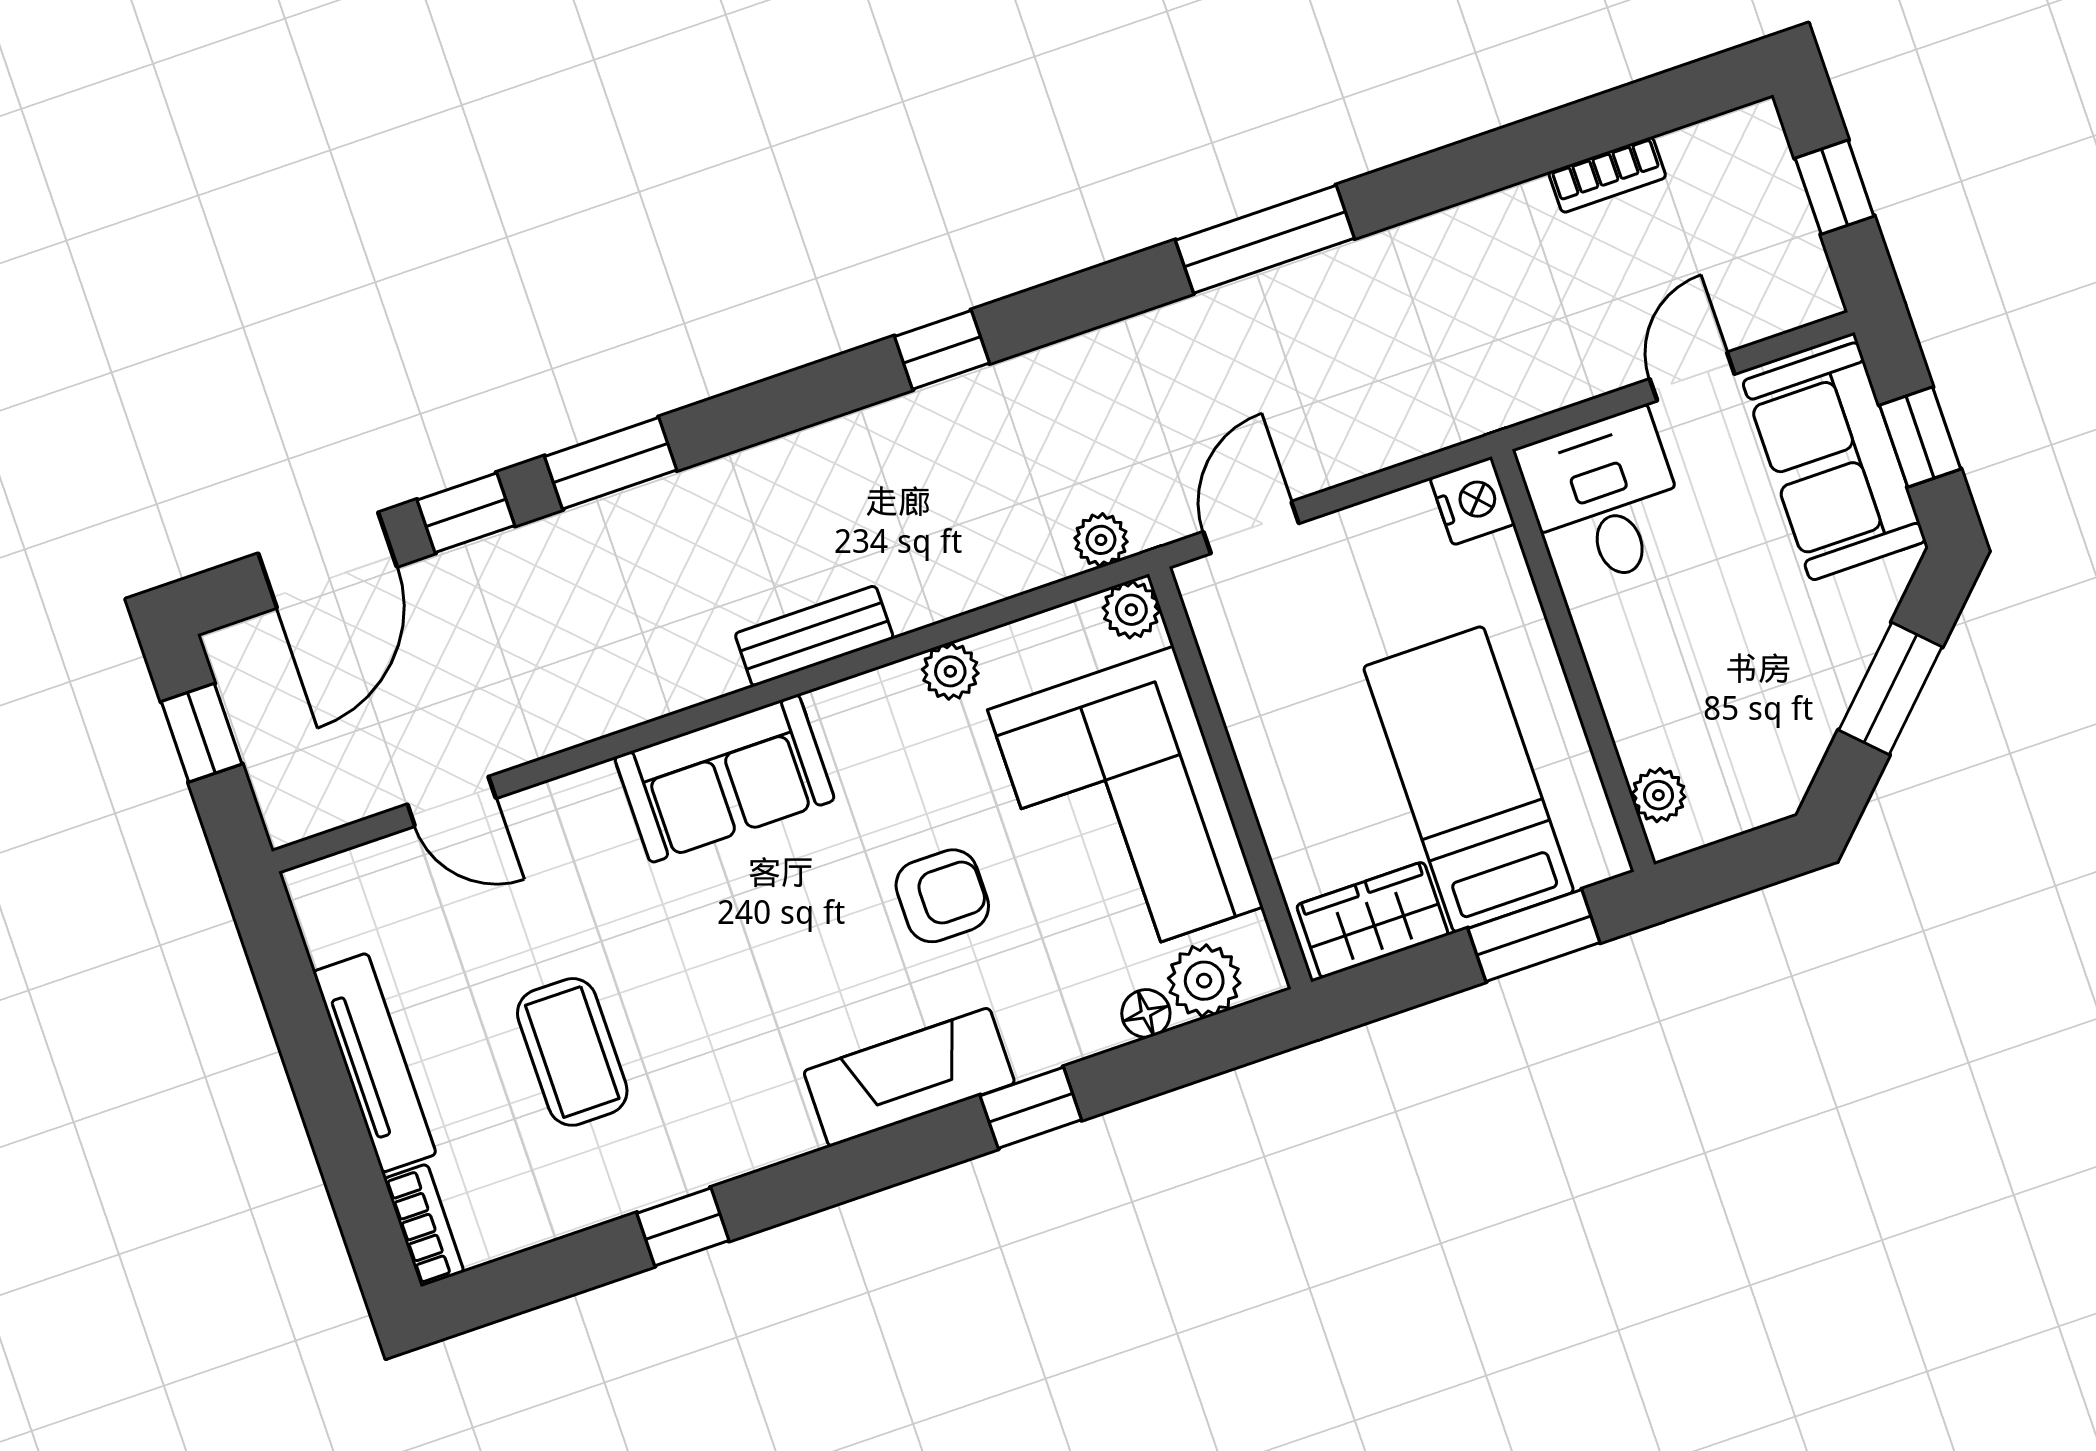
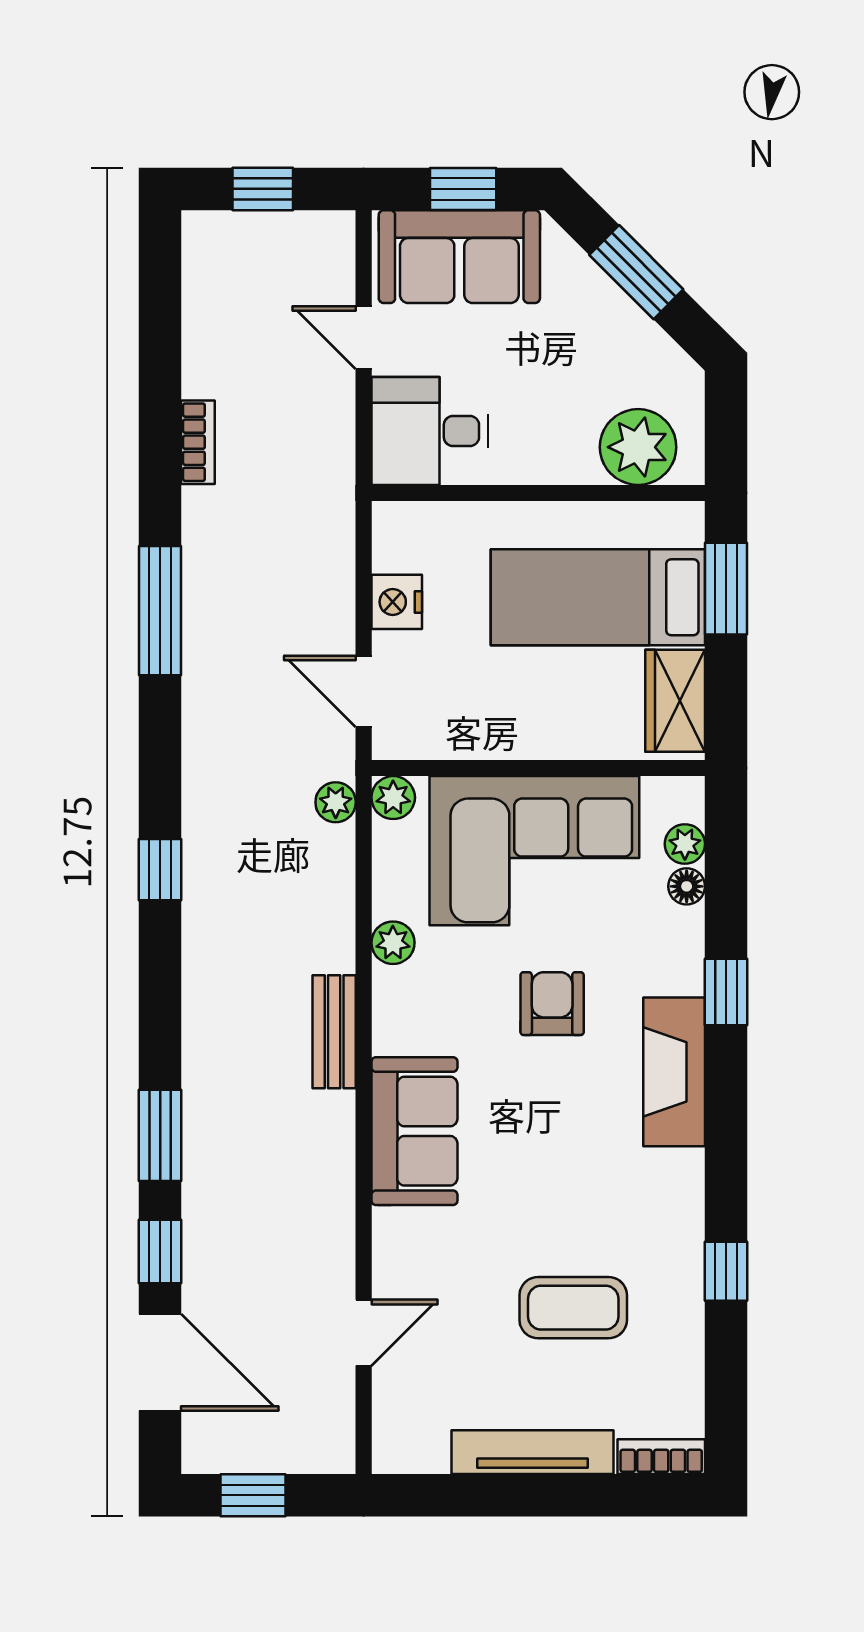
bookcase: (1607, 175) -> (198, 442), moved
nightstand: (1472, 501) -> (397, 602), moved, turned -90
plant: (1658, 795) -> (638, 447), width x1.88, depth x1.88
plant: (1204, 981) -> (685, 844), width x0.73, depth x0.73

